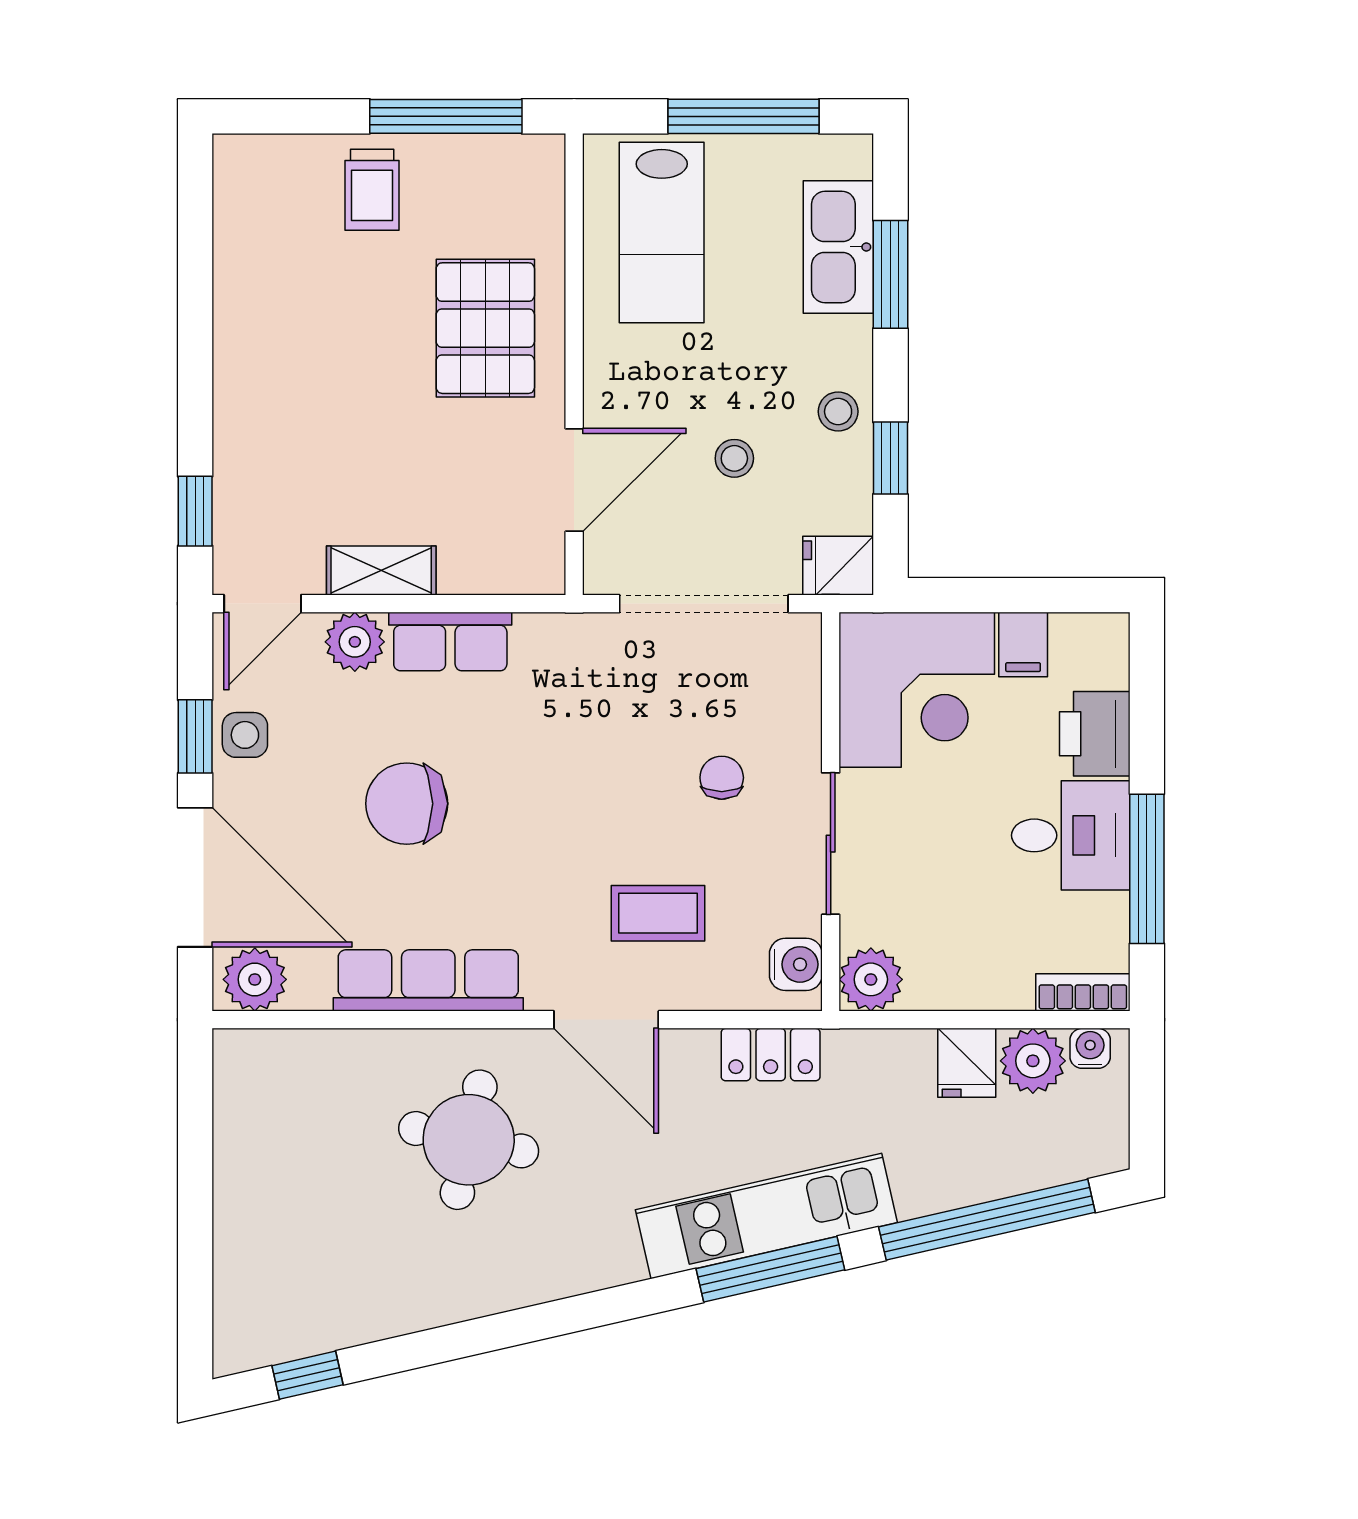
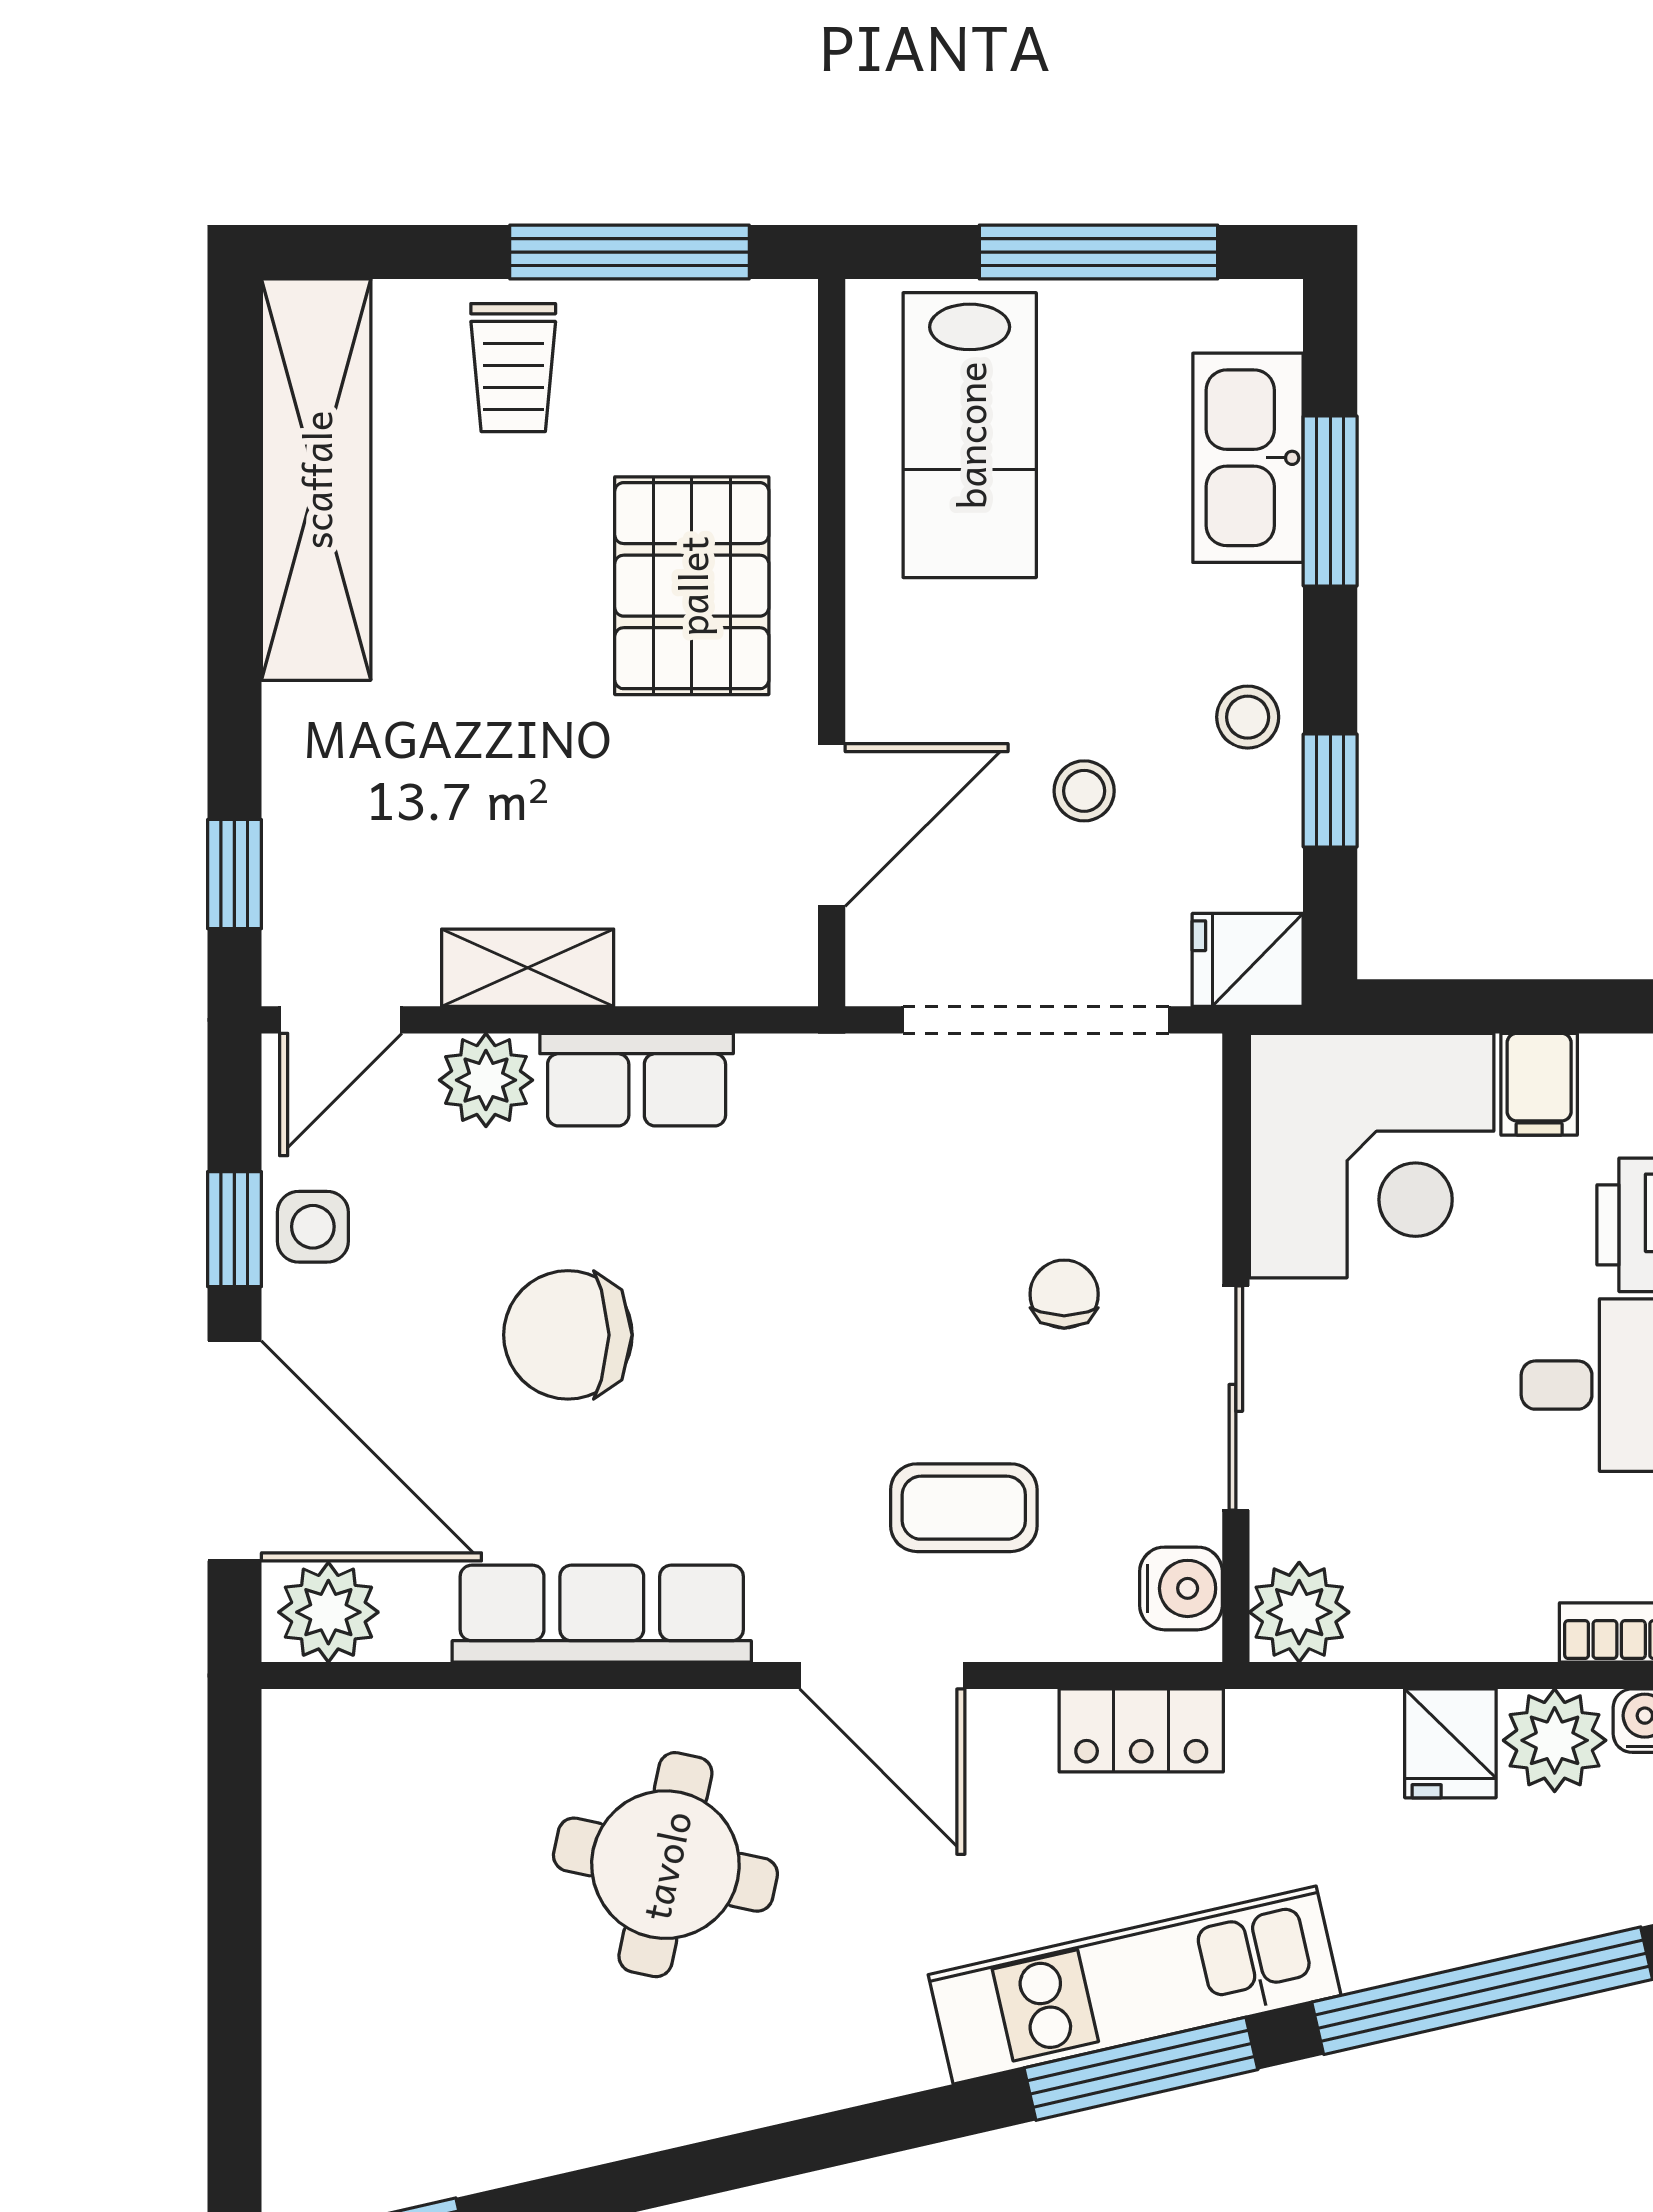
shelving: (247, 261) -> (316, 480), added

